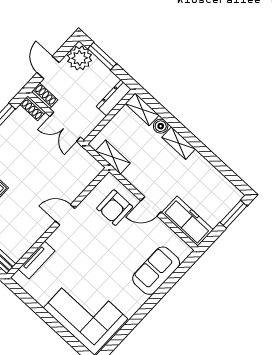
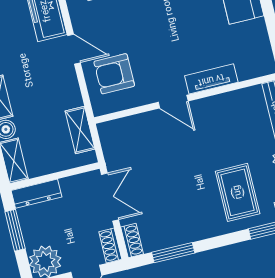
window: (102, 56) -> (15, 230), moved
armchair: (115, 208) -> (114, 74), turned 180
tv unit: (37, 260) -> (211, 79), moved

